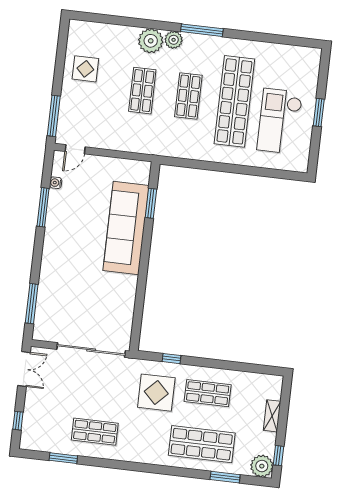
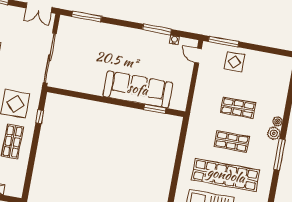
plant: (151, 41) -> (278, 121), width x0.53, depth x0.53
display table: (85, 69) -> (234, 62), moved

